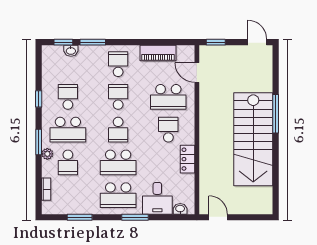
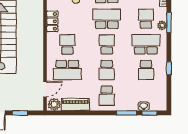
window: (216, 42) -> (20, 113), moved
plant: (185, 53) -> (54, 104), added
door: (197, 72) -> (45, 89), hinge flipped
school desk: (168, 97) -> (67, 70), turned 180
school desk: (168, 130) -> (67, 44), turned 180
window: (39, 142) -> (169, 22), moved

